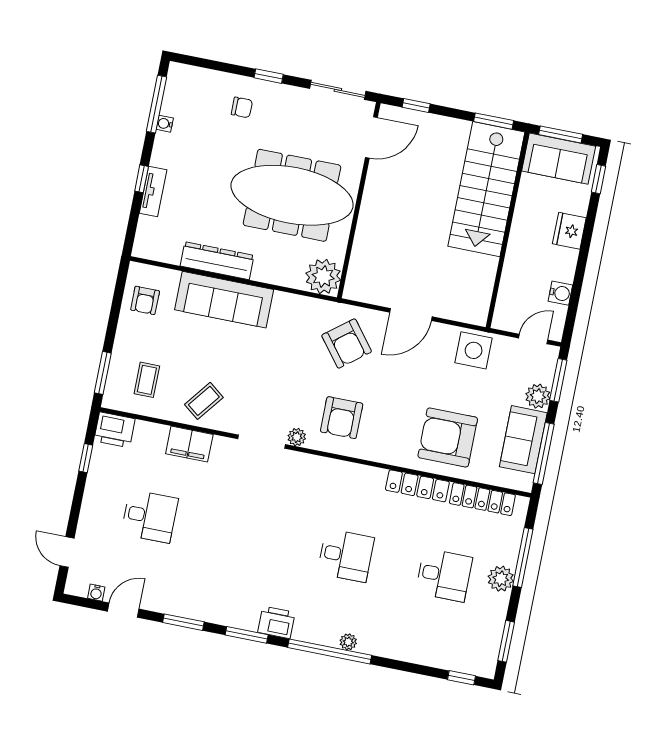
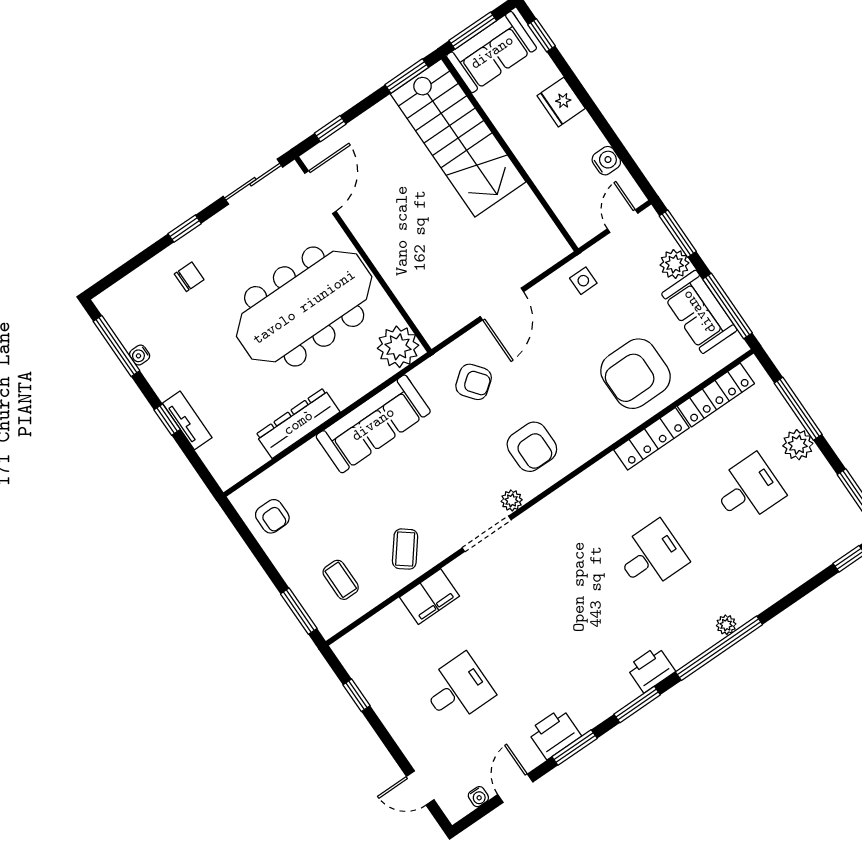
sofa: (224, 300) -> (373, 424), moved
armchair: (347, 343) -> (474, 382), width x0.72, depth x0.72
side table: (474, 350) -> (583, 281), width x0.54, depth x0.54
printer: (115, 430) -> (554, 734), moved, turned 180

